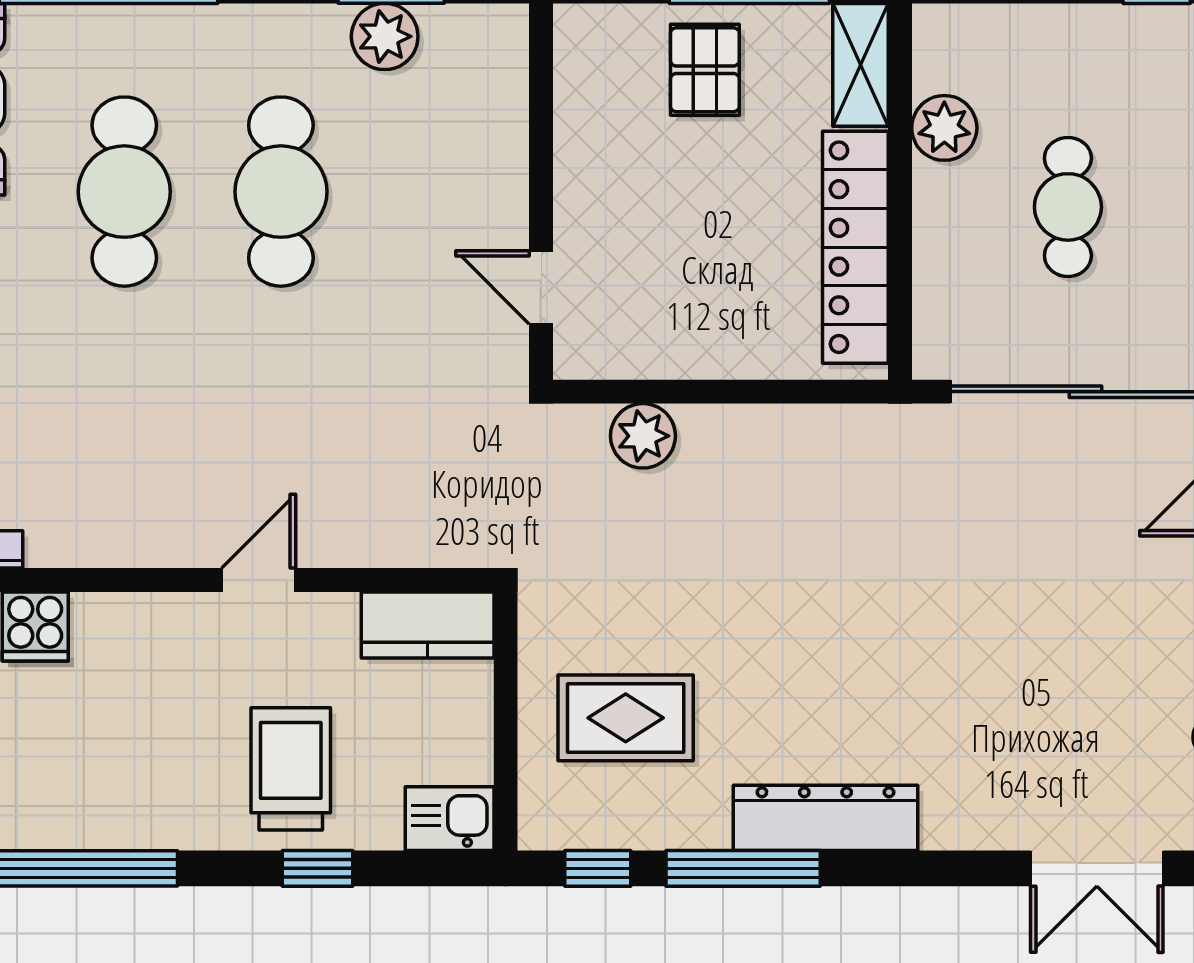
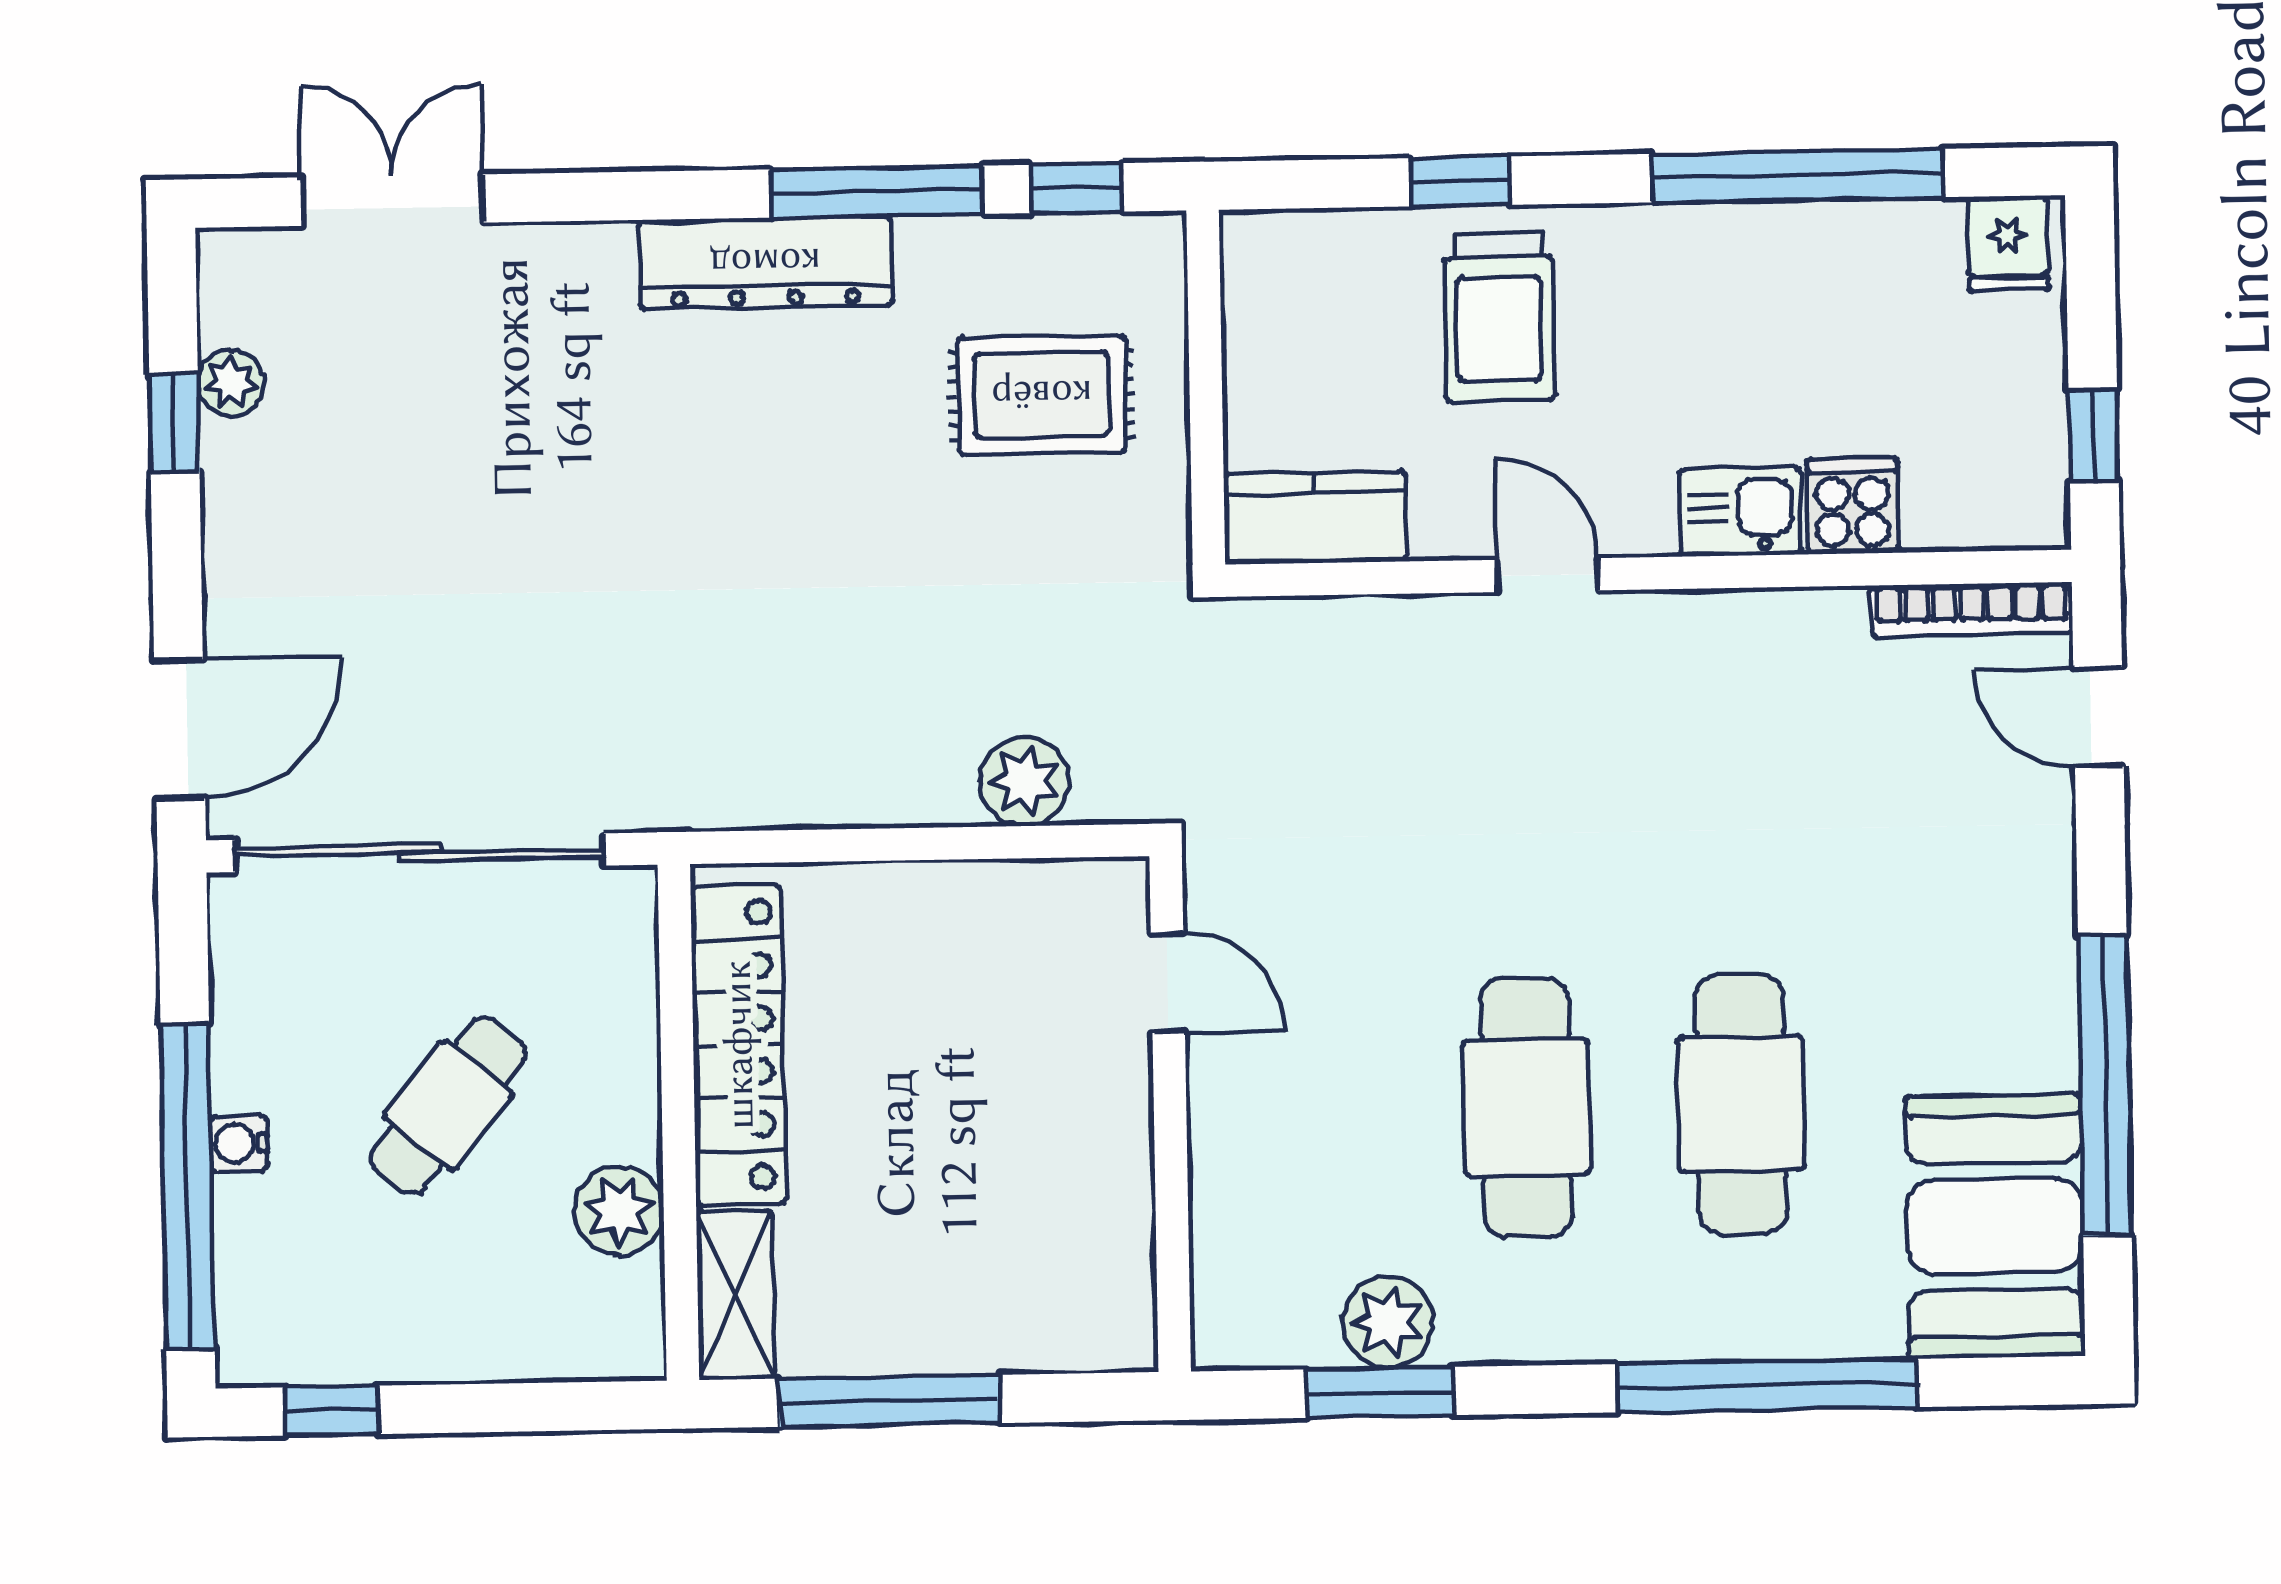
pallet: (705, 70) -> (949, 1285), removed
cafe table: (1068, 207) -> (448, 1105), turned 39
door: (259, 580) -> (1548, 575), swing flipped
kitchen sink: (450, 819) -> (1740, 512), moved, turned 180

